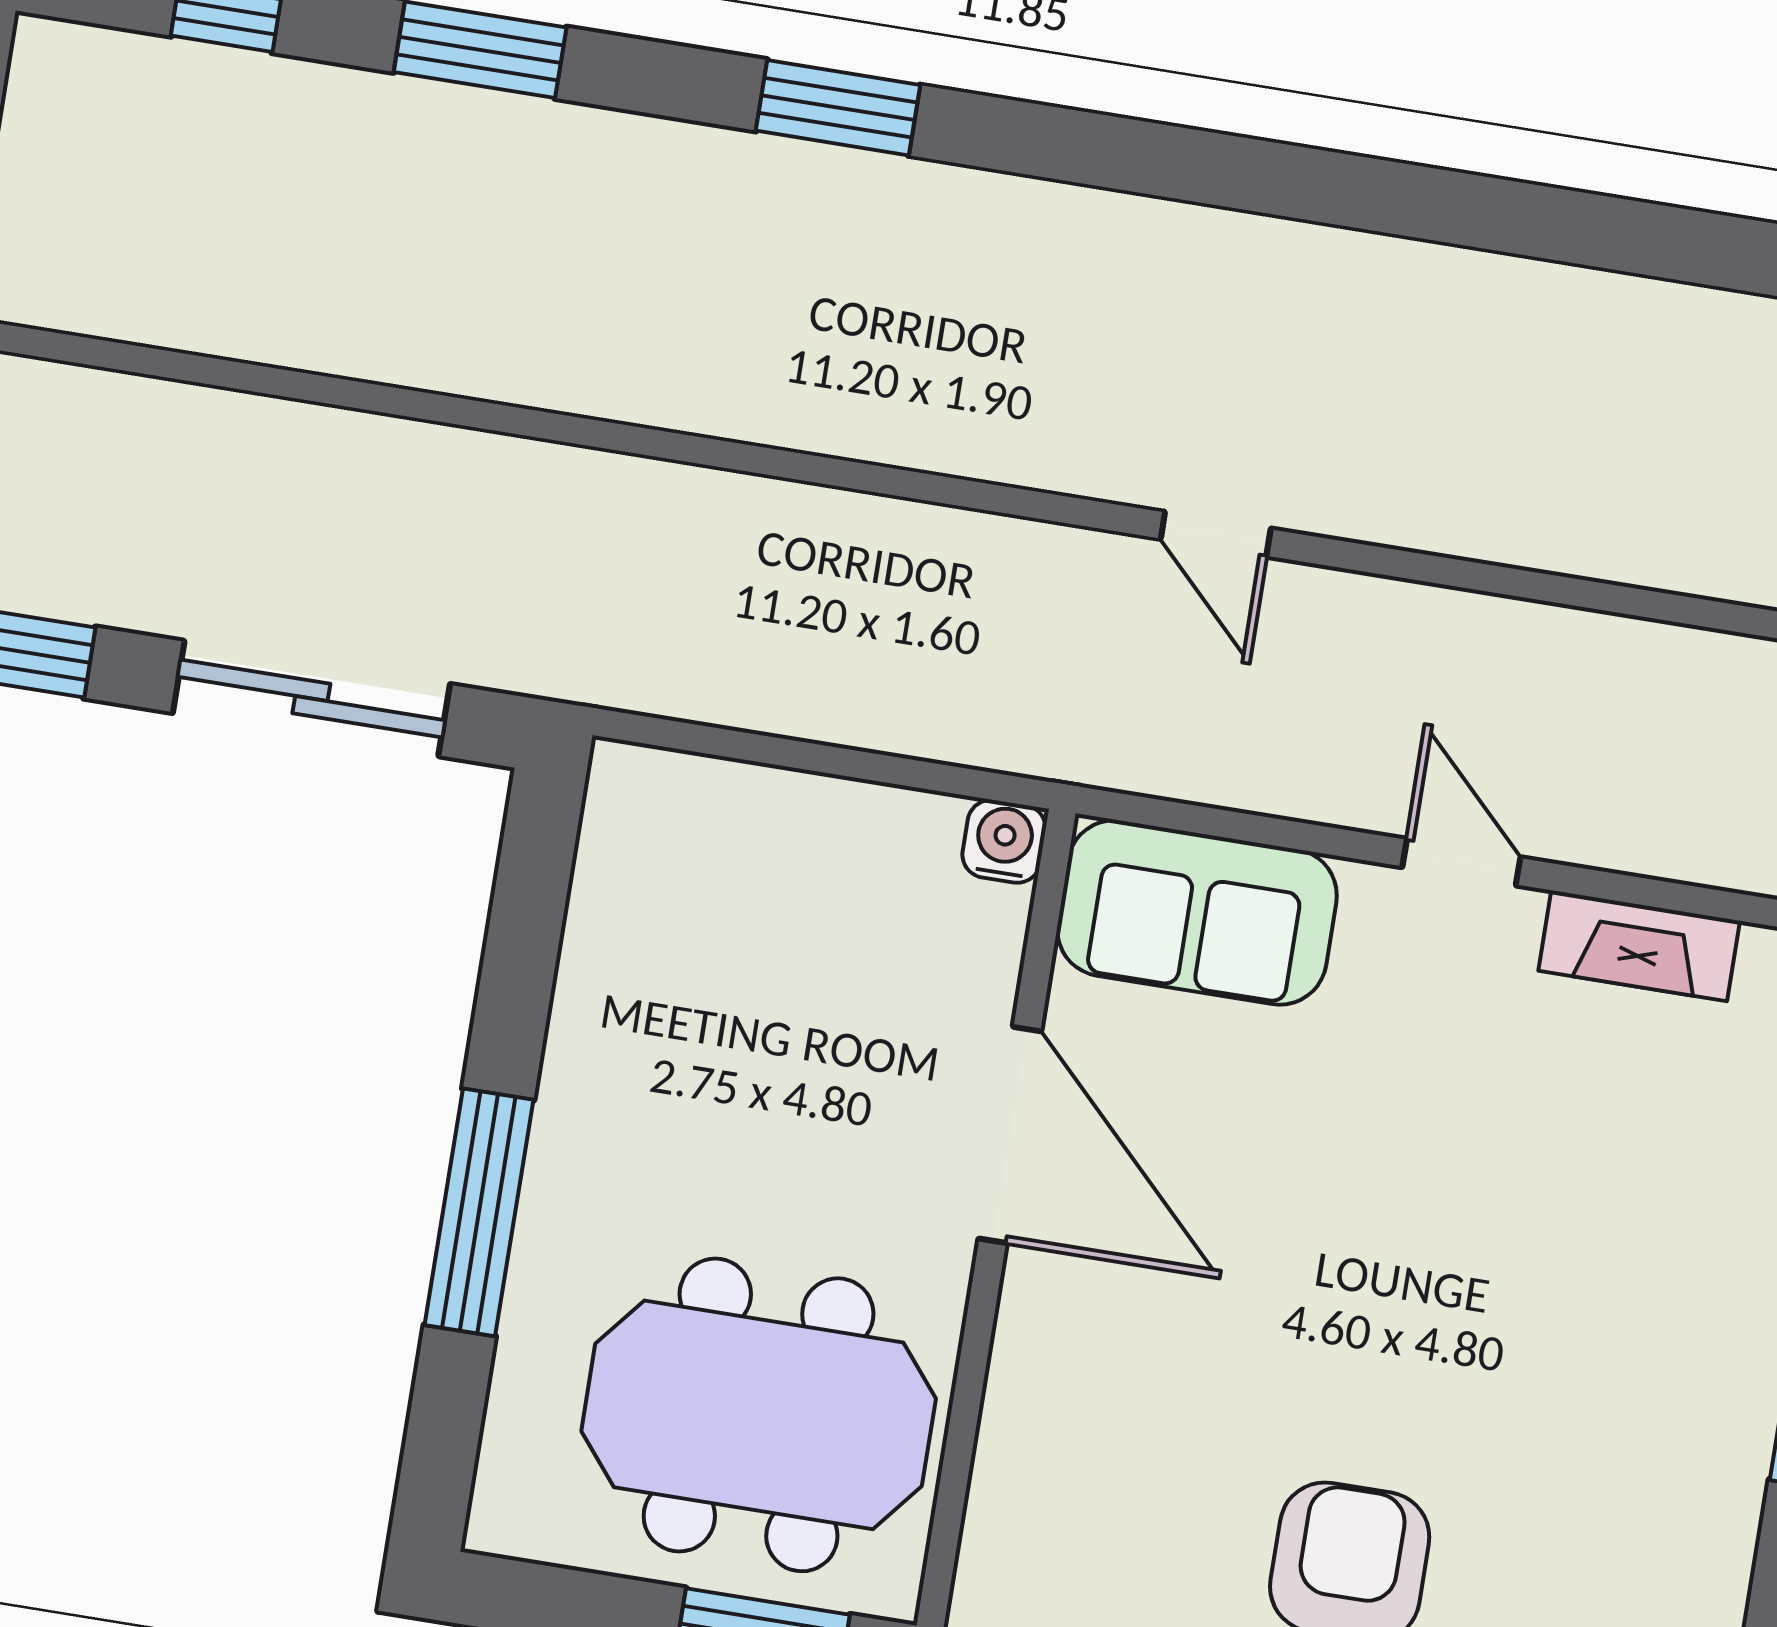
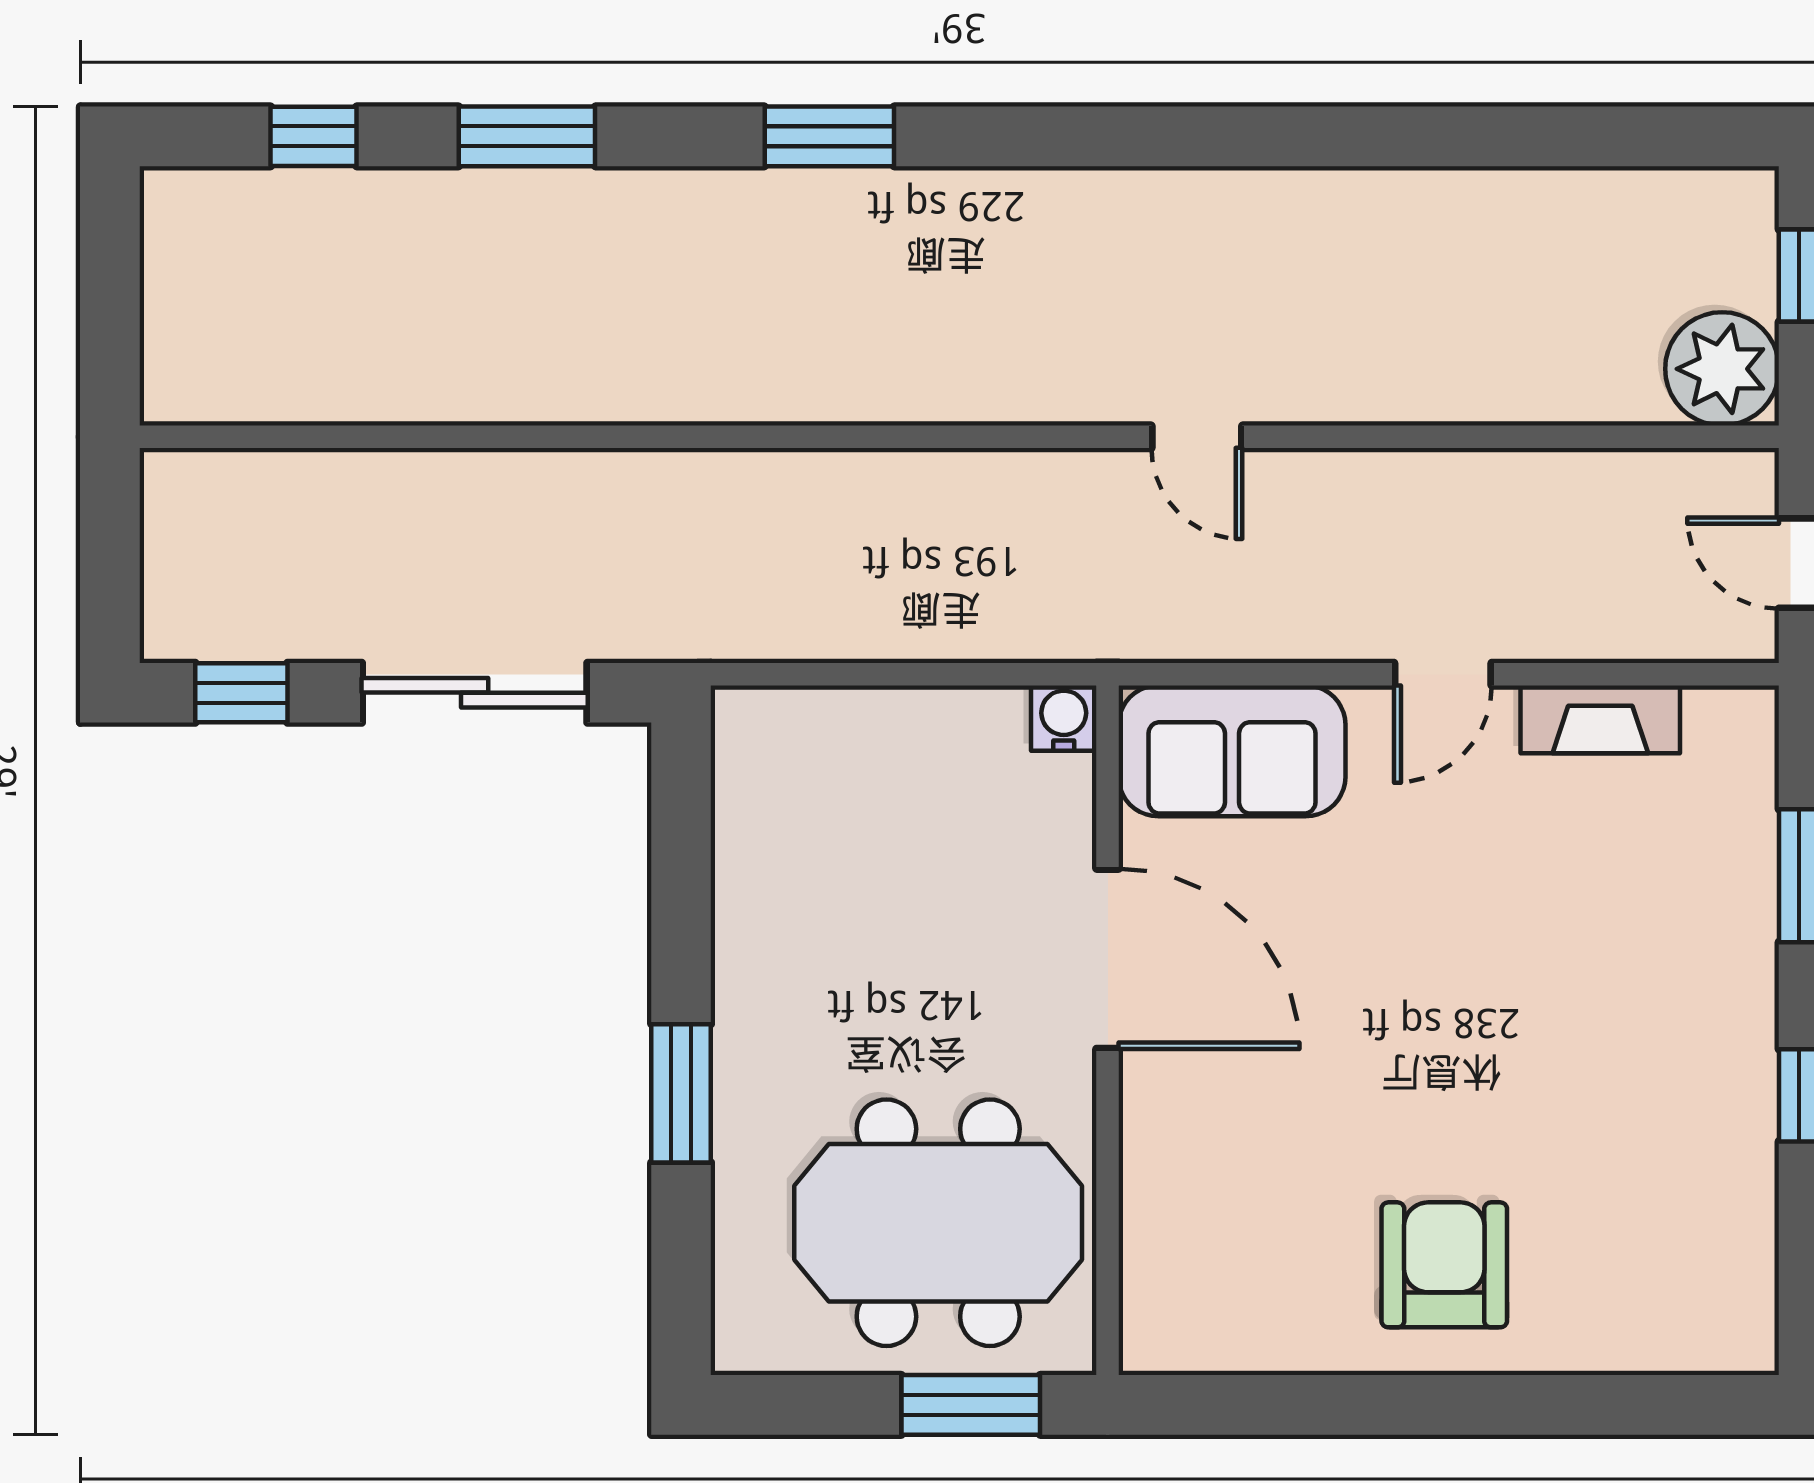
door: (1461, 862) -> (1443, 674), swing flipped
window: (479, 1212) -> (681, 1093), width x0.69

